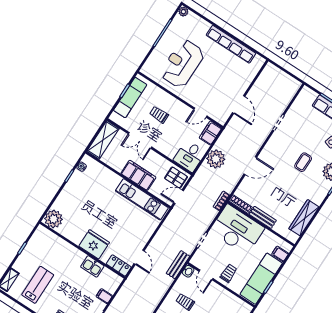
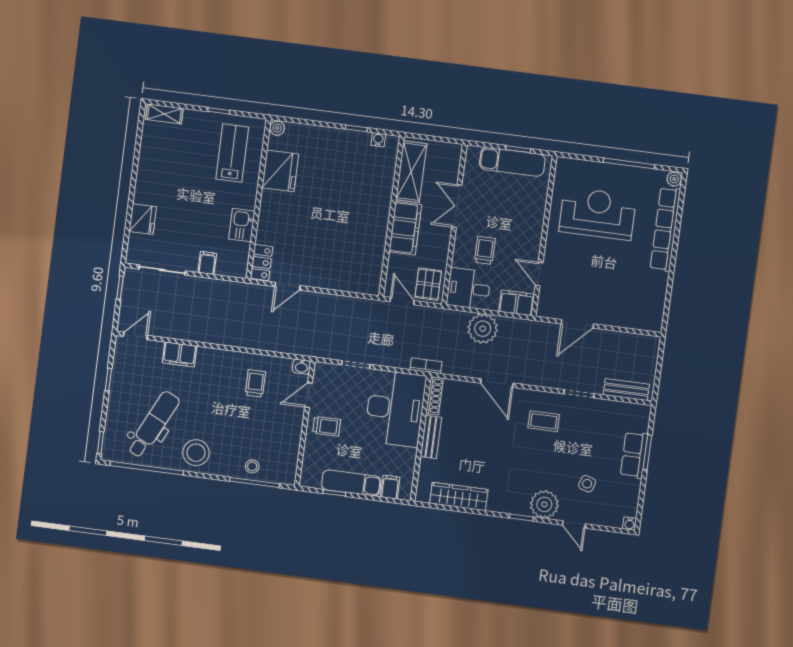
row of seats: (231, 44) -> (665, 229), moved
trolley: (159, 115) -> (485, 250), moved
shelving: (103, 140) -> (411, 172), moved, turned 90
coffee table: (303, 162) -> (544, 421), moved
kitchen unit: (142, 199) -> (373, 250), removed
plant: (53, 219) -> (277, 128), width x0.53, depth x0.53
fridge: (94, 244) -> (280, 171), moved
bench: (178, 265) -> (626, 390), moved
exam couch: (261, 279) -> (351, 483), width x0.73, depth x0.69
lab bench: (38, 285) -> (232, 153), moved, turned -90

